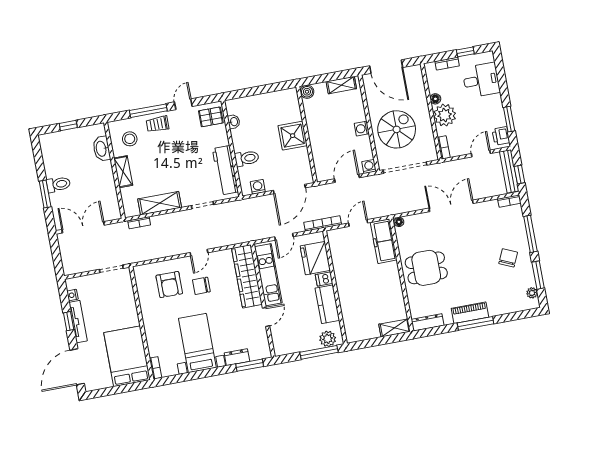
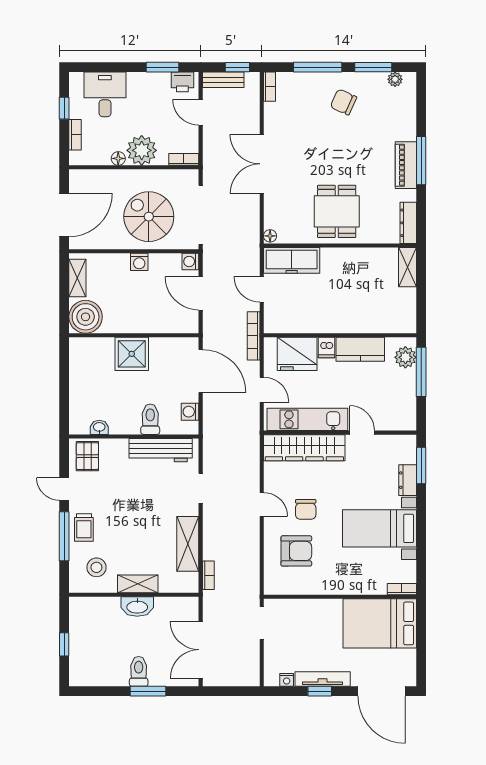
boiler: (307, 92) -> (86, 317), width x1.86, depth x1.86
washbasin: (102, 149) -> (137, 607), moved
bench: (509, 171) -> (223, 80), width x0.73

